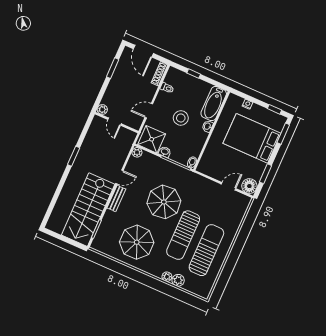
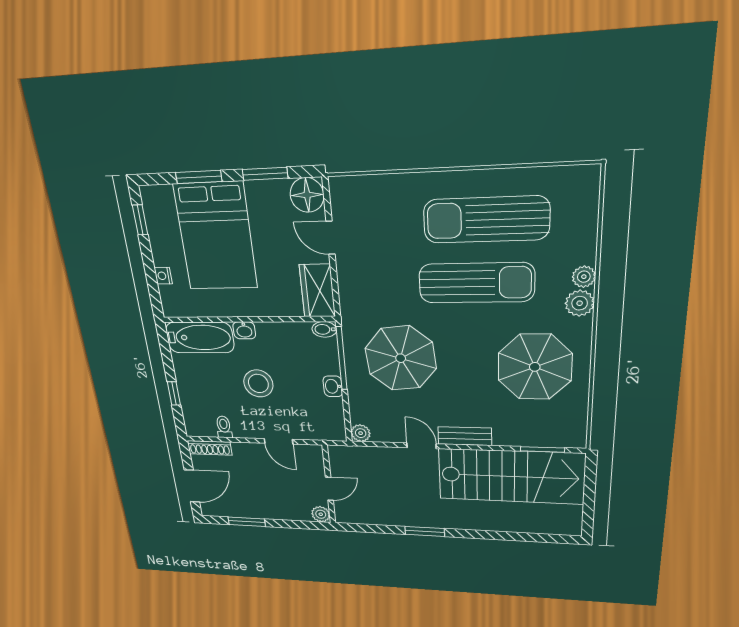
window: (283, 134) -> (199, 177), moved
shower: (152, 139) -> (324, 418), removed
wardrobe: (210, 169) -> (317, 291), added
parasol: (164, 202) -> (401, 358), moved
plant: (178, 280) -> (580, 303), moved

